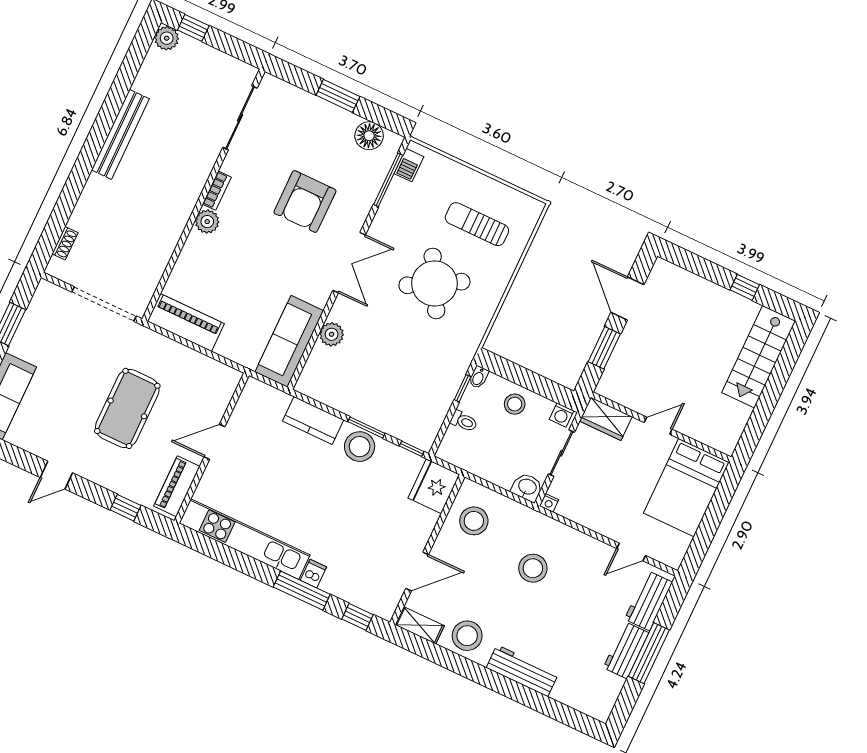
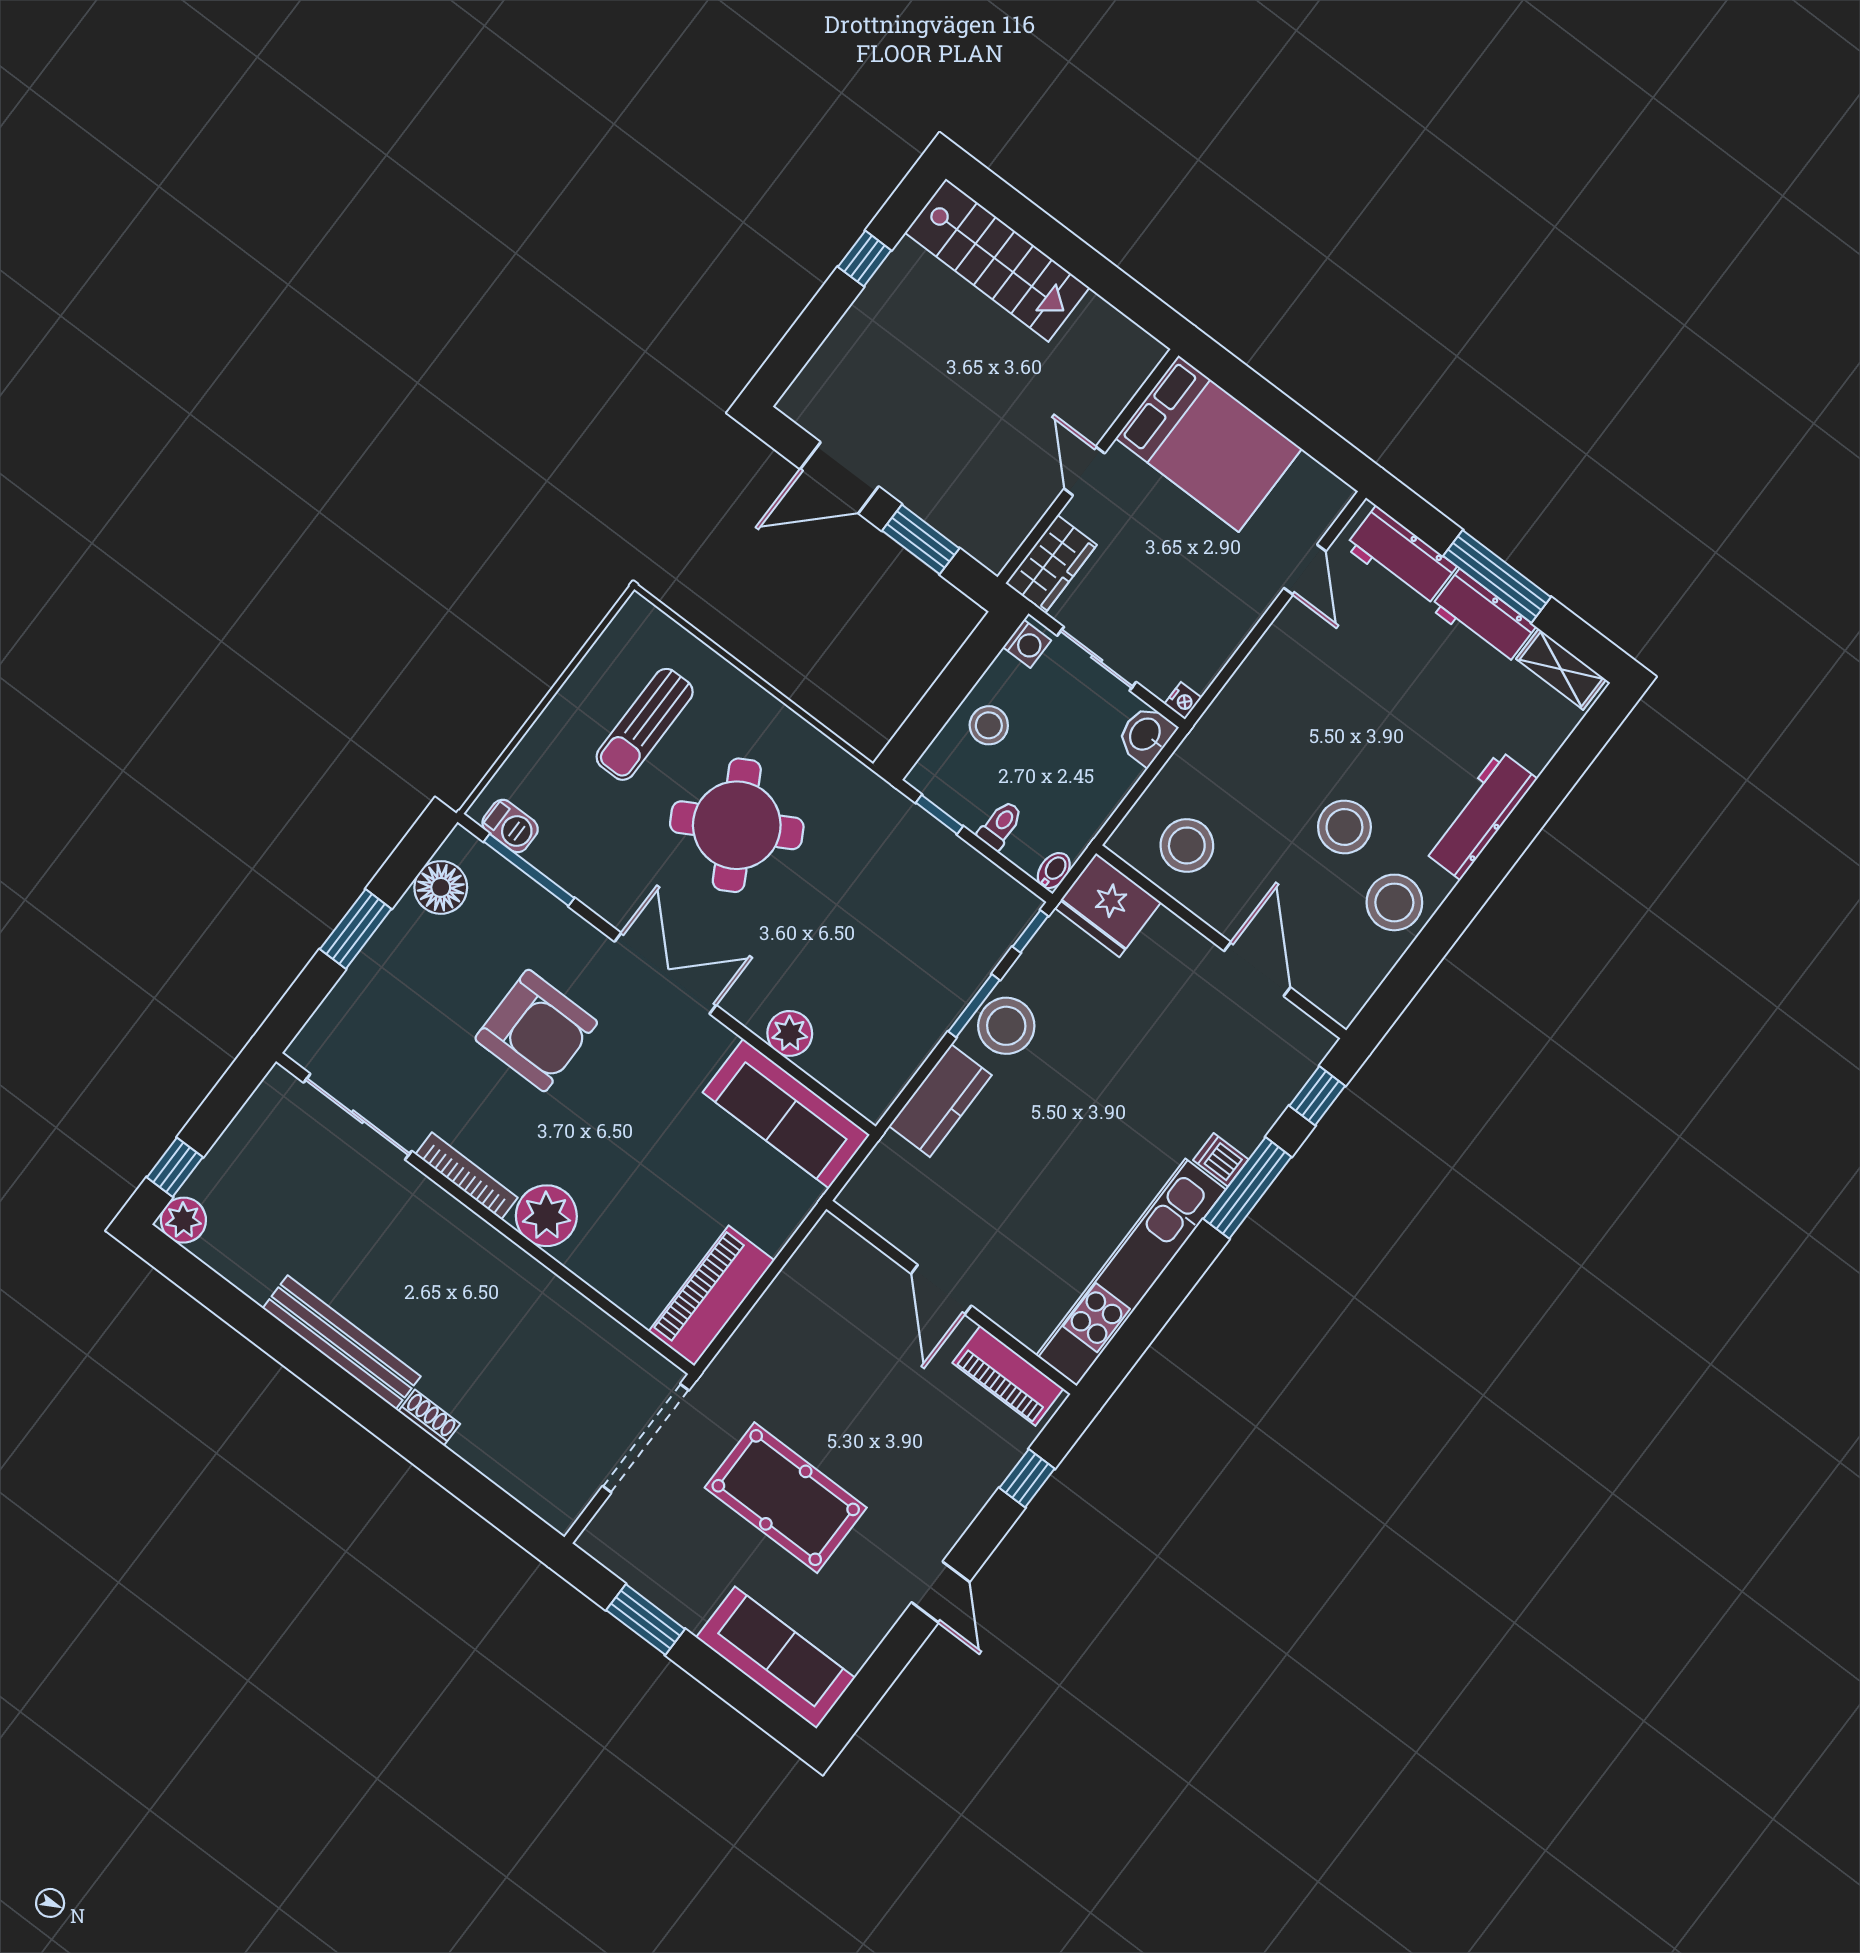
bookcase: (217, 191) -> (466, 1176), width x1.56
plant: (207, 222) -> (546, 1216), width x1.36, depth x1.36
shoe rack: (65, 243) -> (429, 1418), moved
bidet: (478, 377) -> (1054, 871), moved, turned -90
pool table: (127, 408) -> (786, 1498), moved
stool: (533, 568) -> (1344, 827), moved
shelving: (420, 625) -> (1561, 669), moved, turned 90

